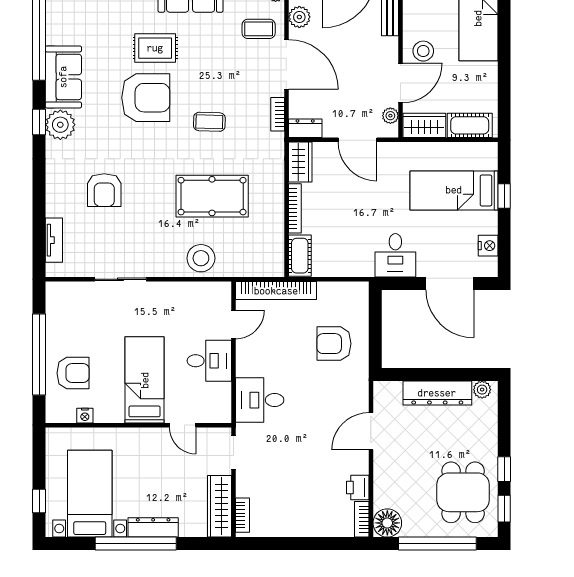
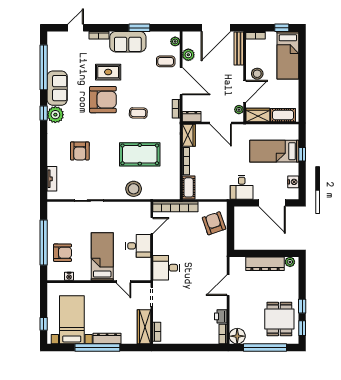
armchair: (334, 344) -> (214, 223), moved, turned 71

